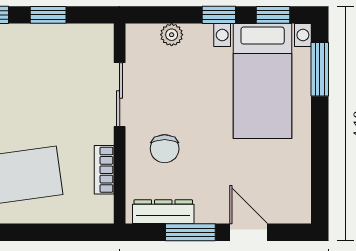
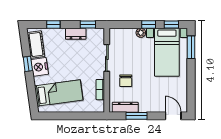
window: (48, 15) -> (88, 24), moved
plant: (172, 35) -> (141, 33), moved
dresser: (46, 37) -> (76, 34), added
door: (249, 232) -> (173, 116), moved

